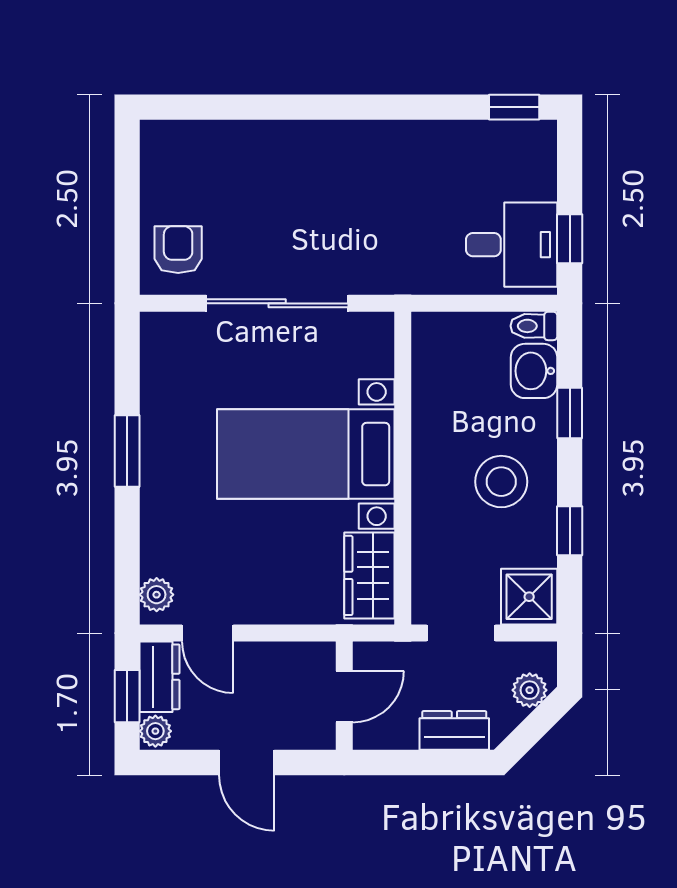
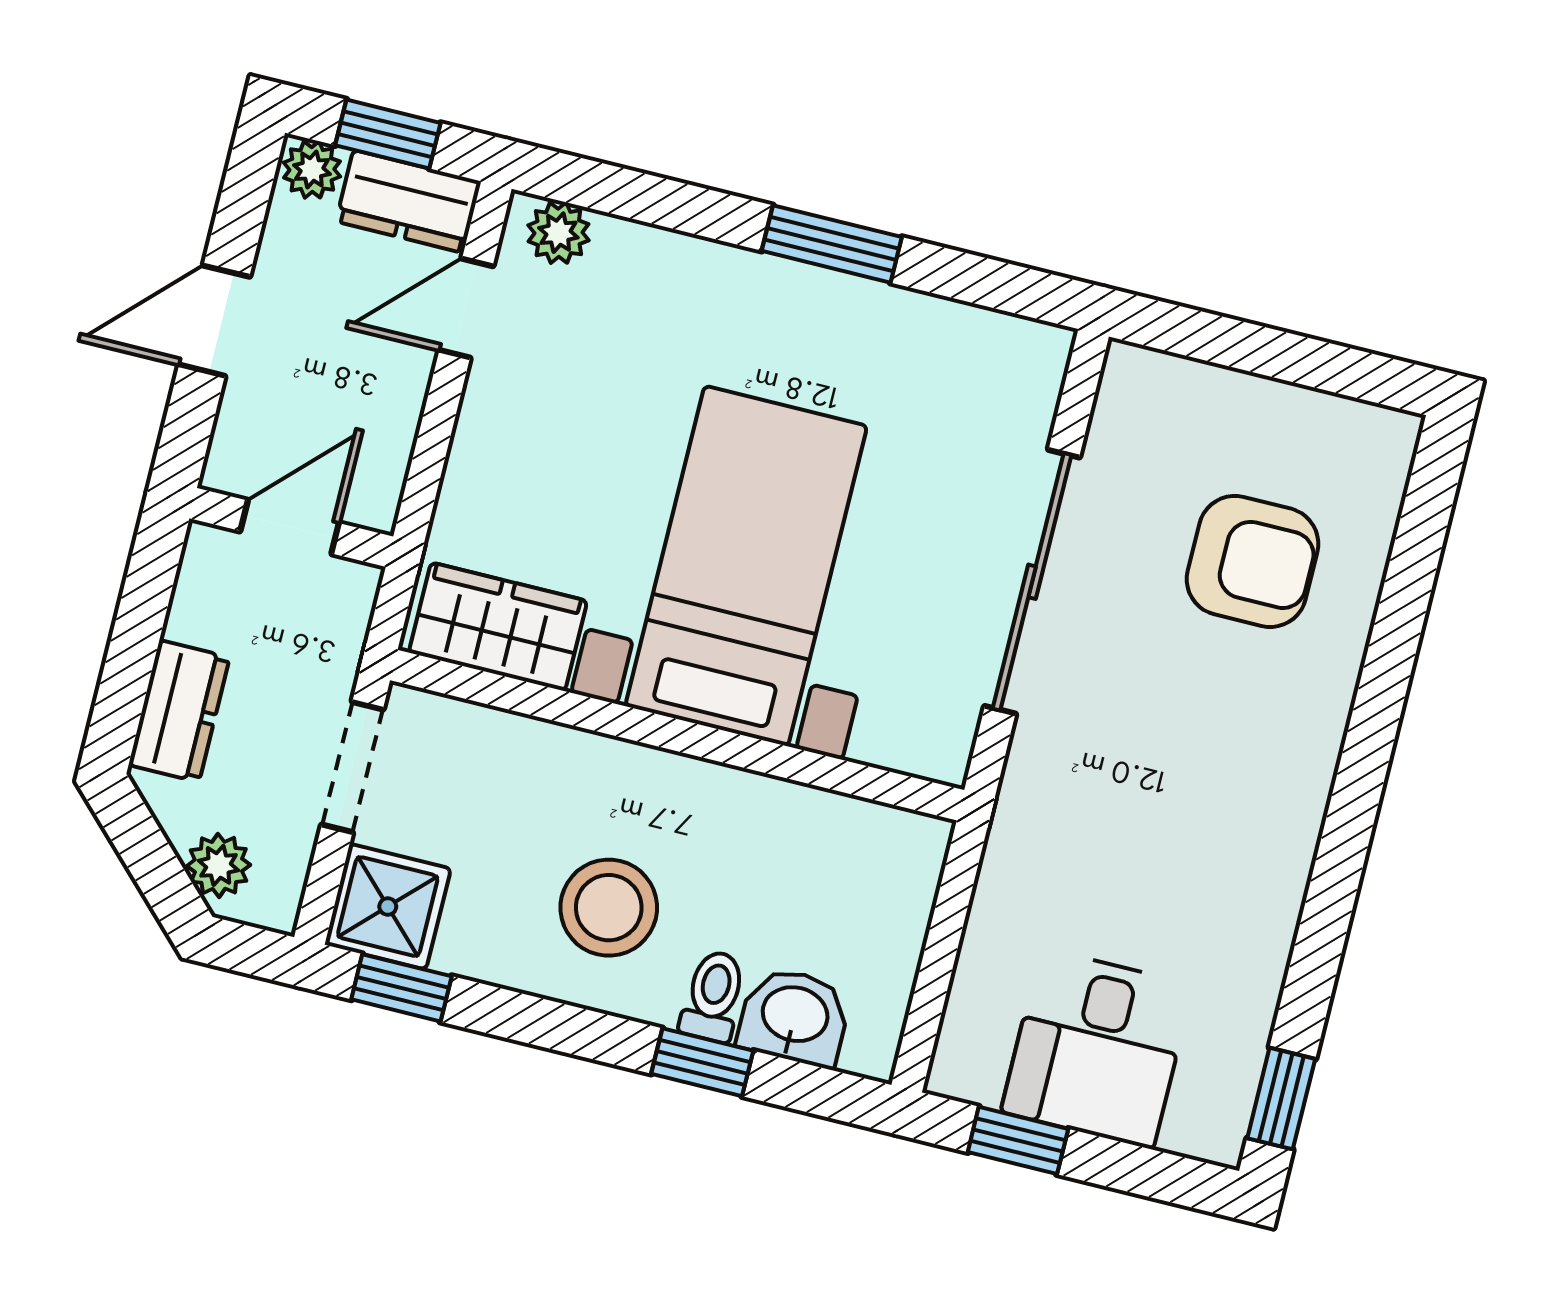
desk: (512, 245) -> (1097, 1048), moved
armchair: (178, 250) -> (1253, 561), moved, width x1.38, depth x1.38
toilet: (534, 326) -> (713, 996), moved
window: (570, 531) -> (401, 988), moved
door: (344, 697) -> (290, 527), swing flipped

